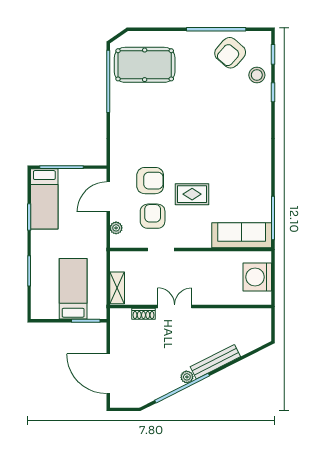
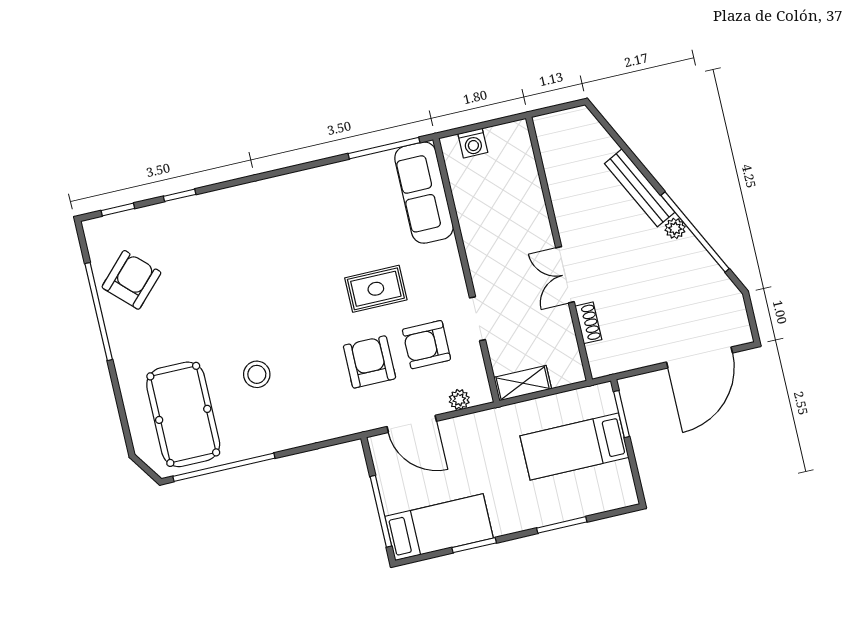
armchair: (230, 53) -> (131, 280), turned -87
stool: (257, 75) -> (257, 374), moved
rug: (192, 194) -> (376, 289), turned 90
washing machine: (257, 277) -> (473, 143), width x0.53, depth x0.53
shelving: (117, 288) -> (523, 383), moved

